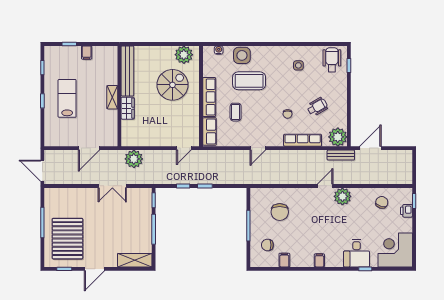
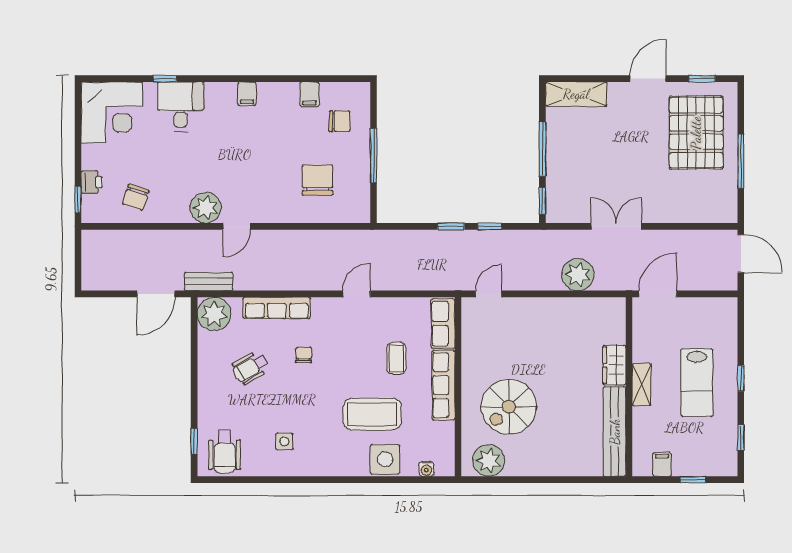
bench: (127, 71) -> (615, 432), moved
wall: (119, 96) -> (629, 387), moved
shelving: (112, 97) -> (642, 385), moved
wardrobe: (128, 108) -> (614, 365), moved

